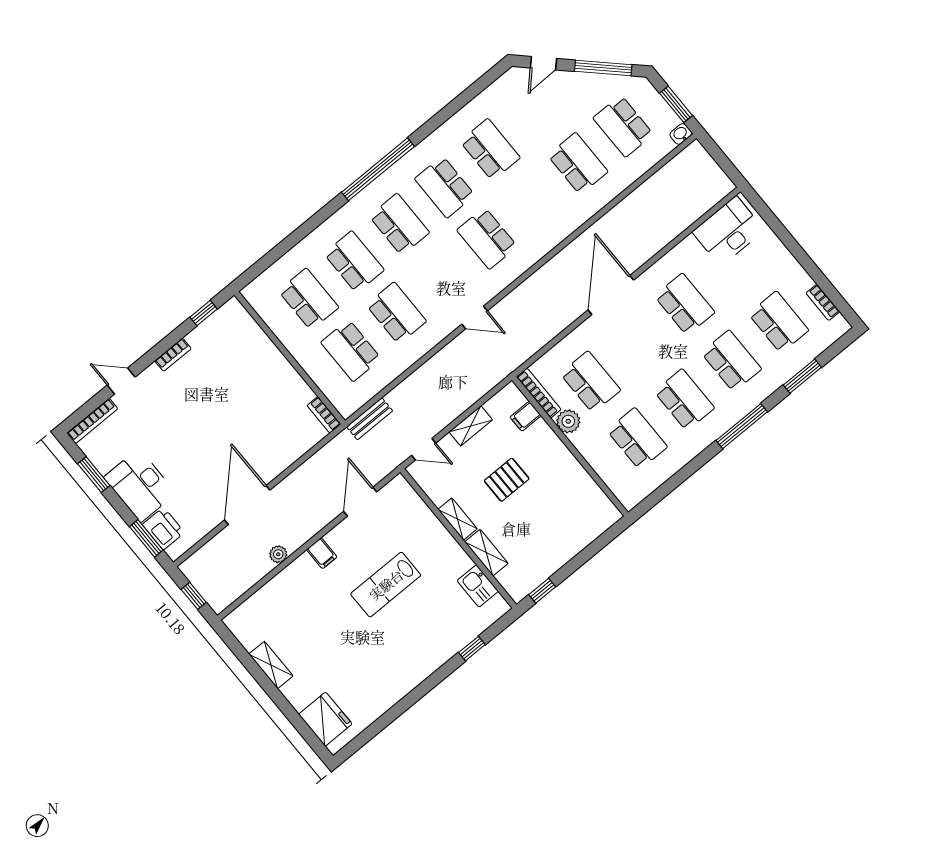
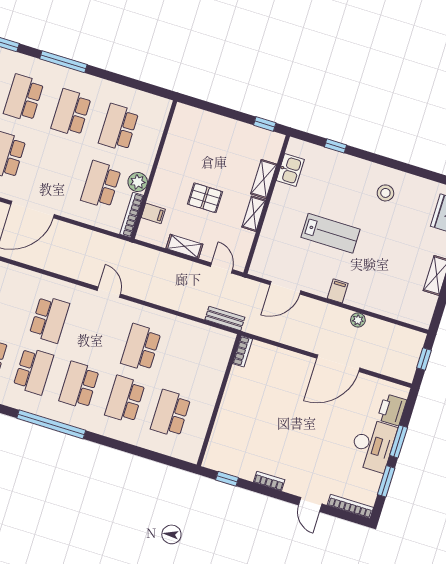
school desk: (351, 350) -> (187, 362), removed
window: (146, 538) -> (399, 441), moved
stool: (390, 668) -> (385, 193), added

